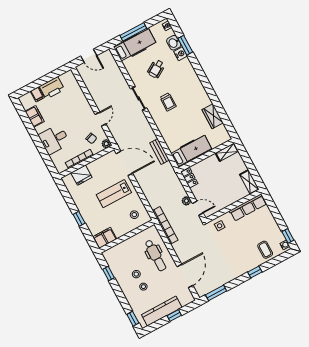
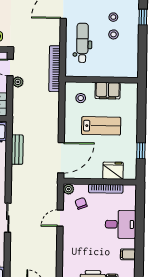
filing cabinet: (35, 116) -> (128, 254), width x0.50
door: (124, 163) -> (61, 158), swing flipped
lab bench: (114, 194) -> (101, 126), moved
window: (79, 219) -> (141, 151), moved
filing cabinet: (105, 238) -> (108, 91), moved
window: (108, 273) -> (143, 17), moved

